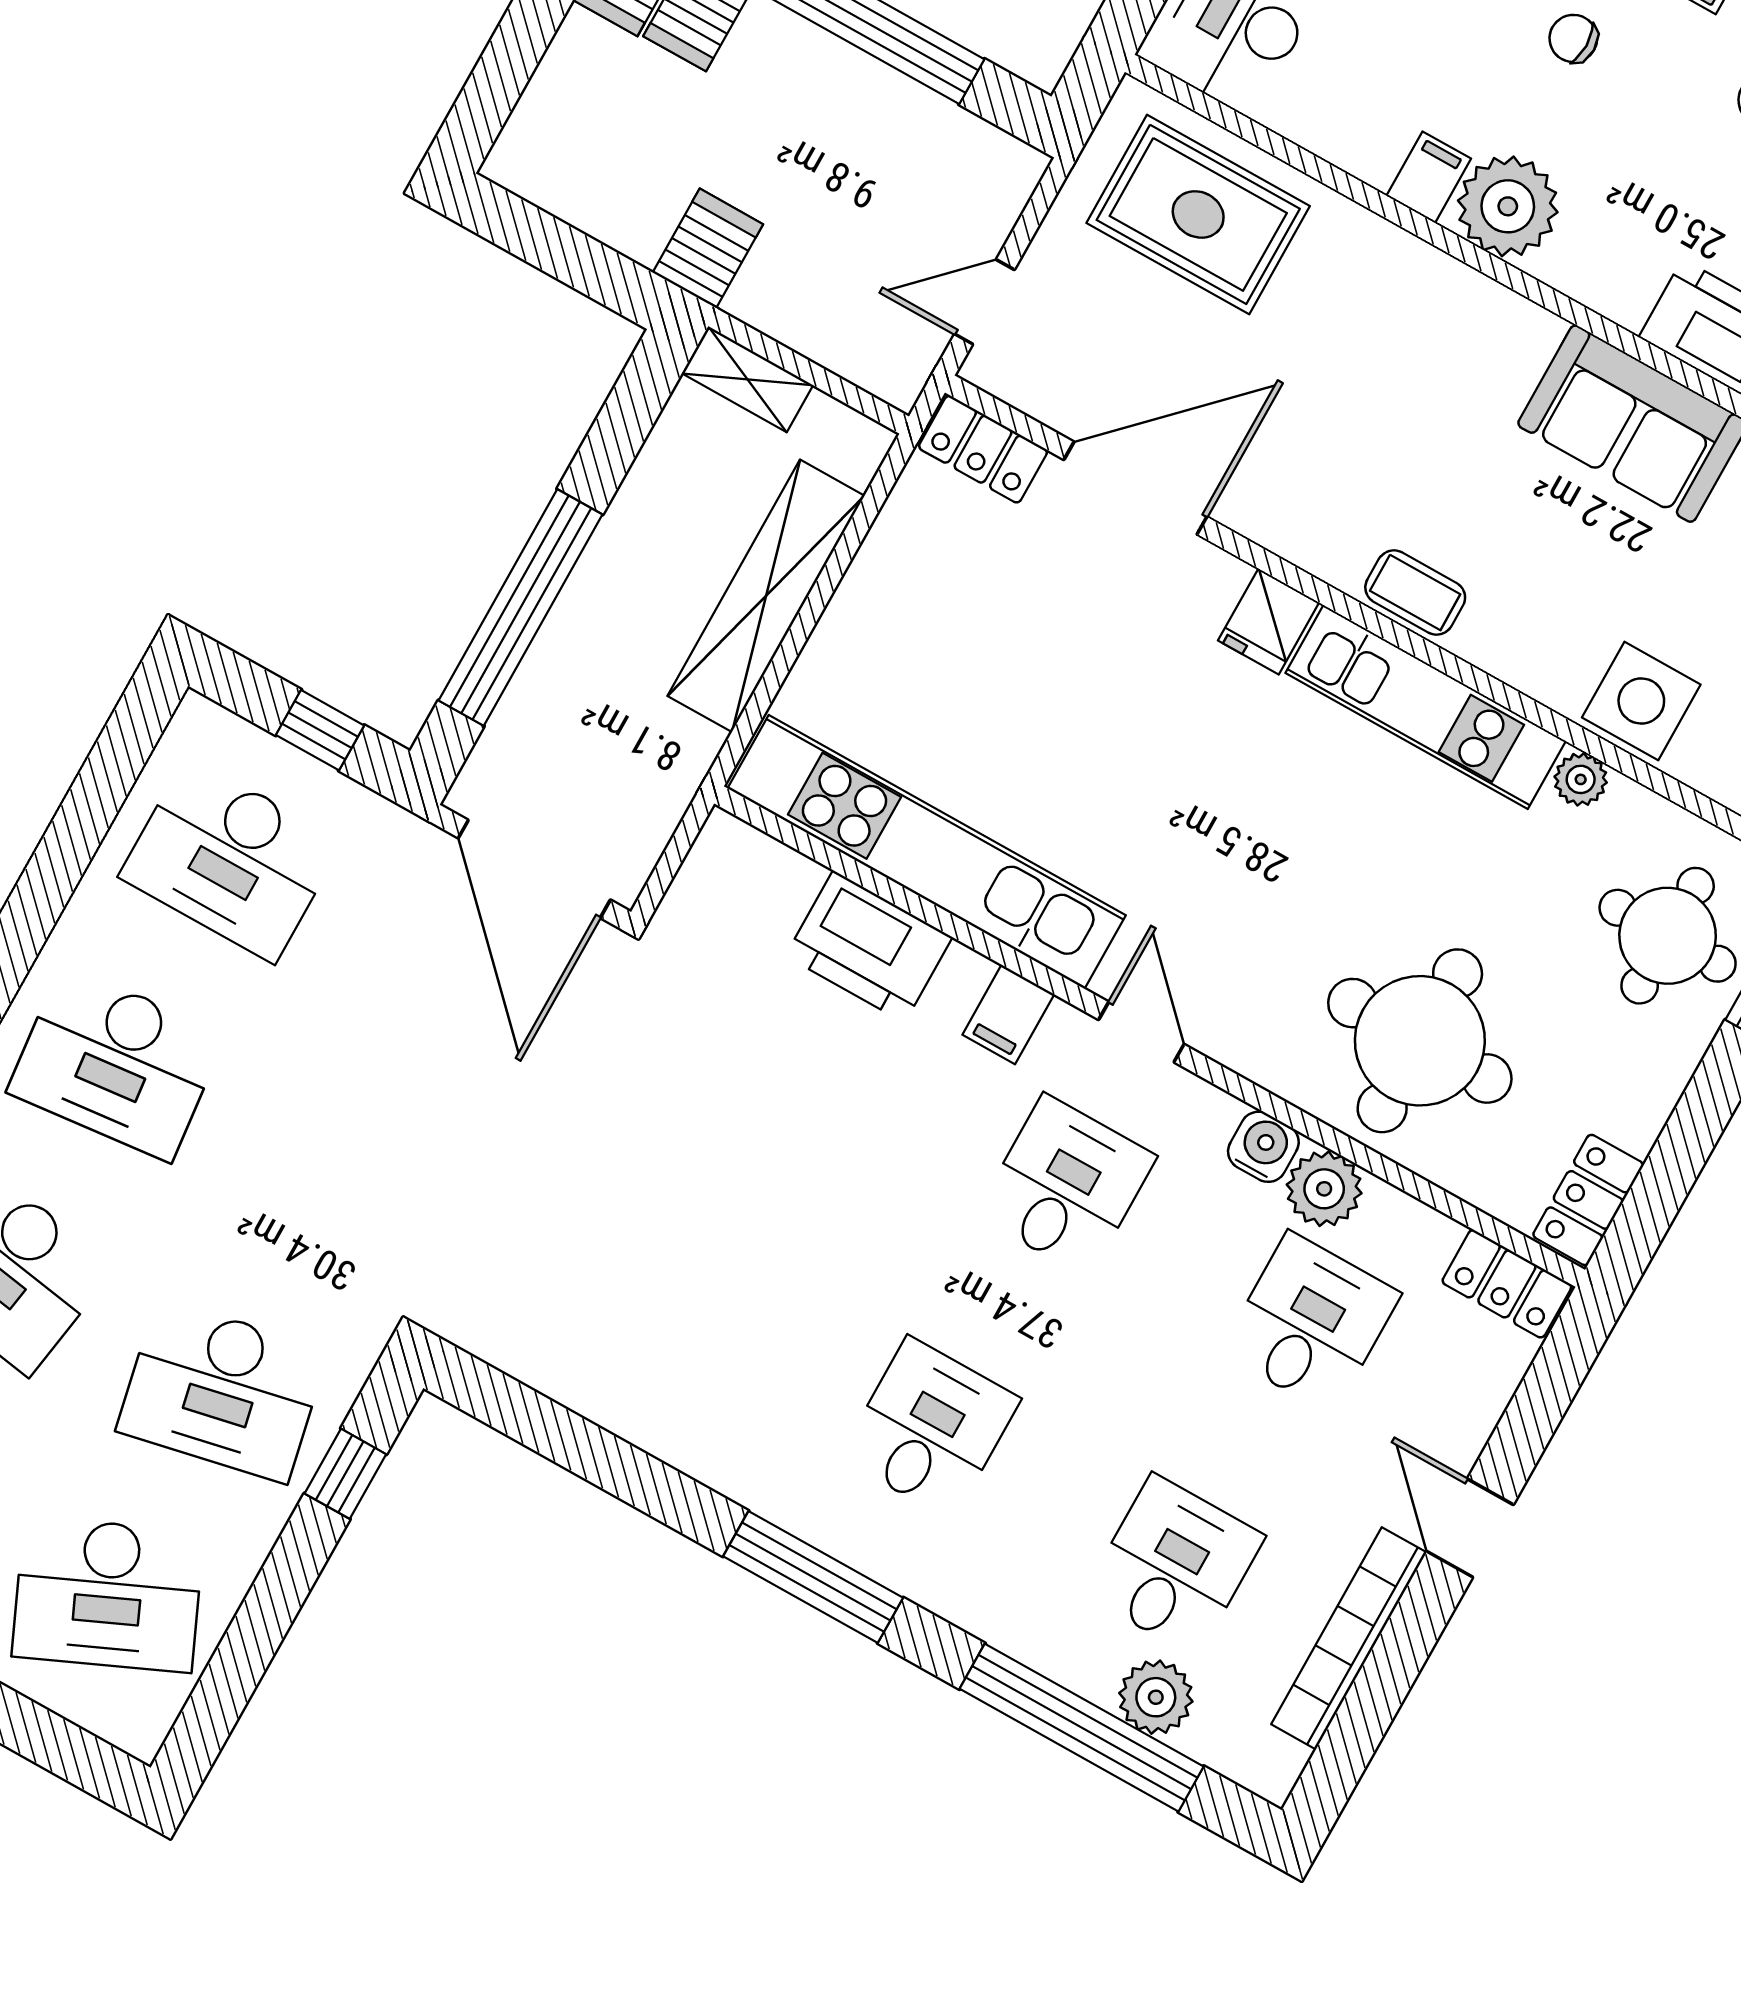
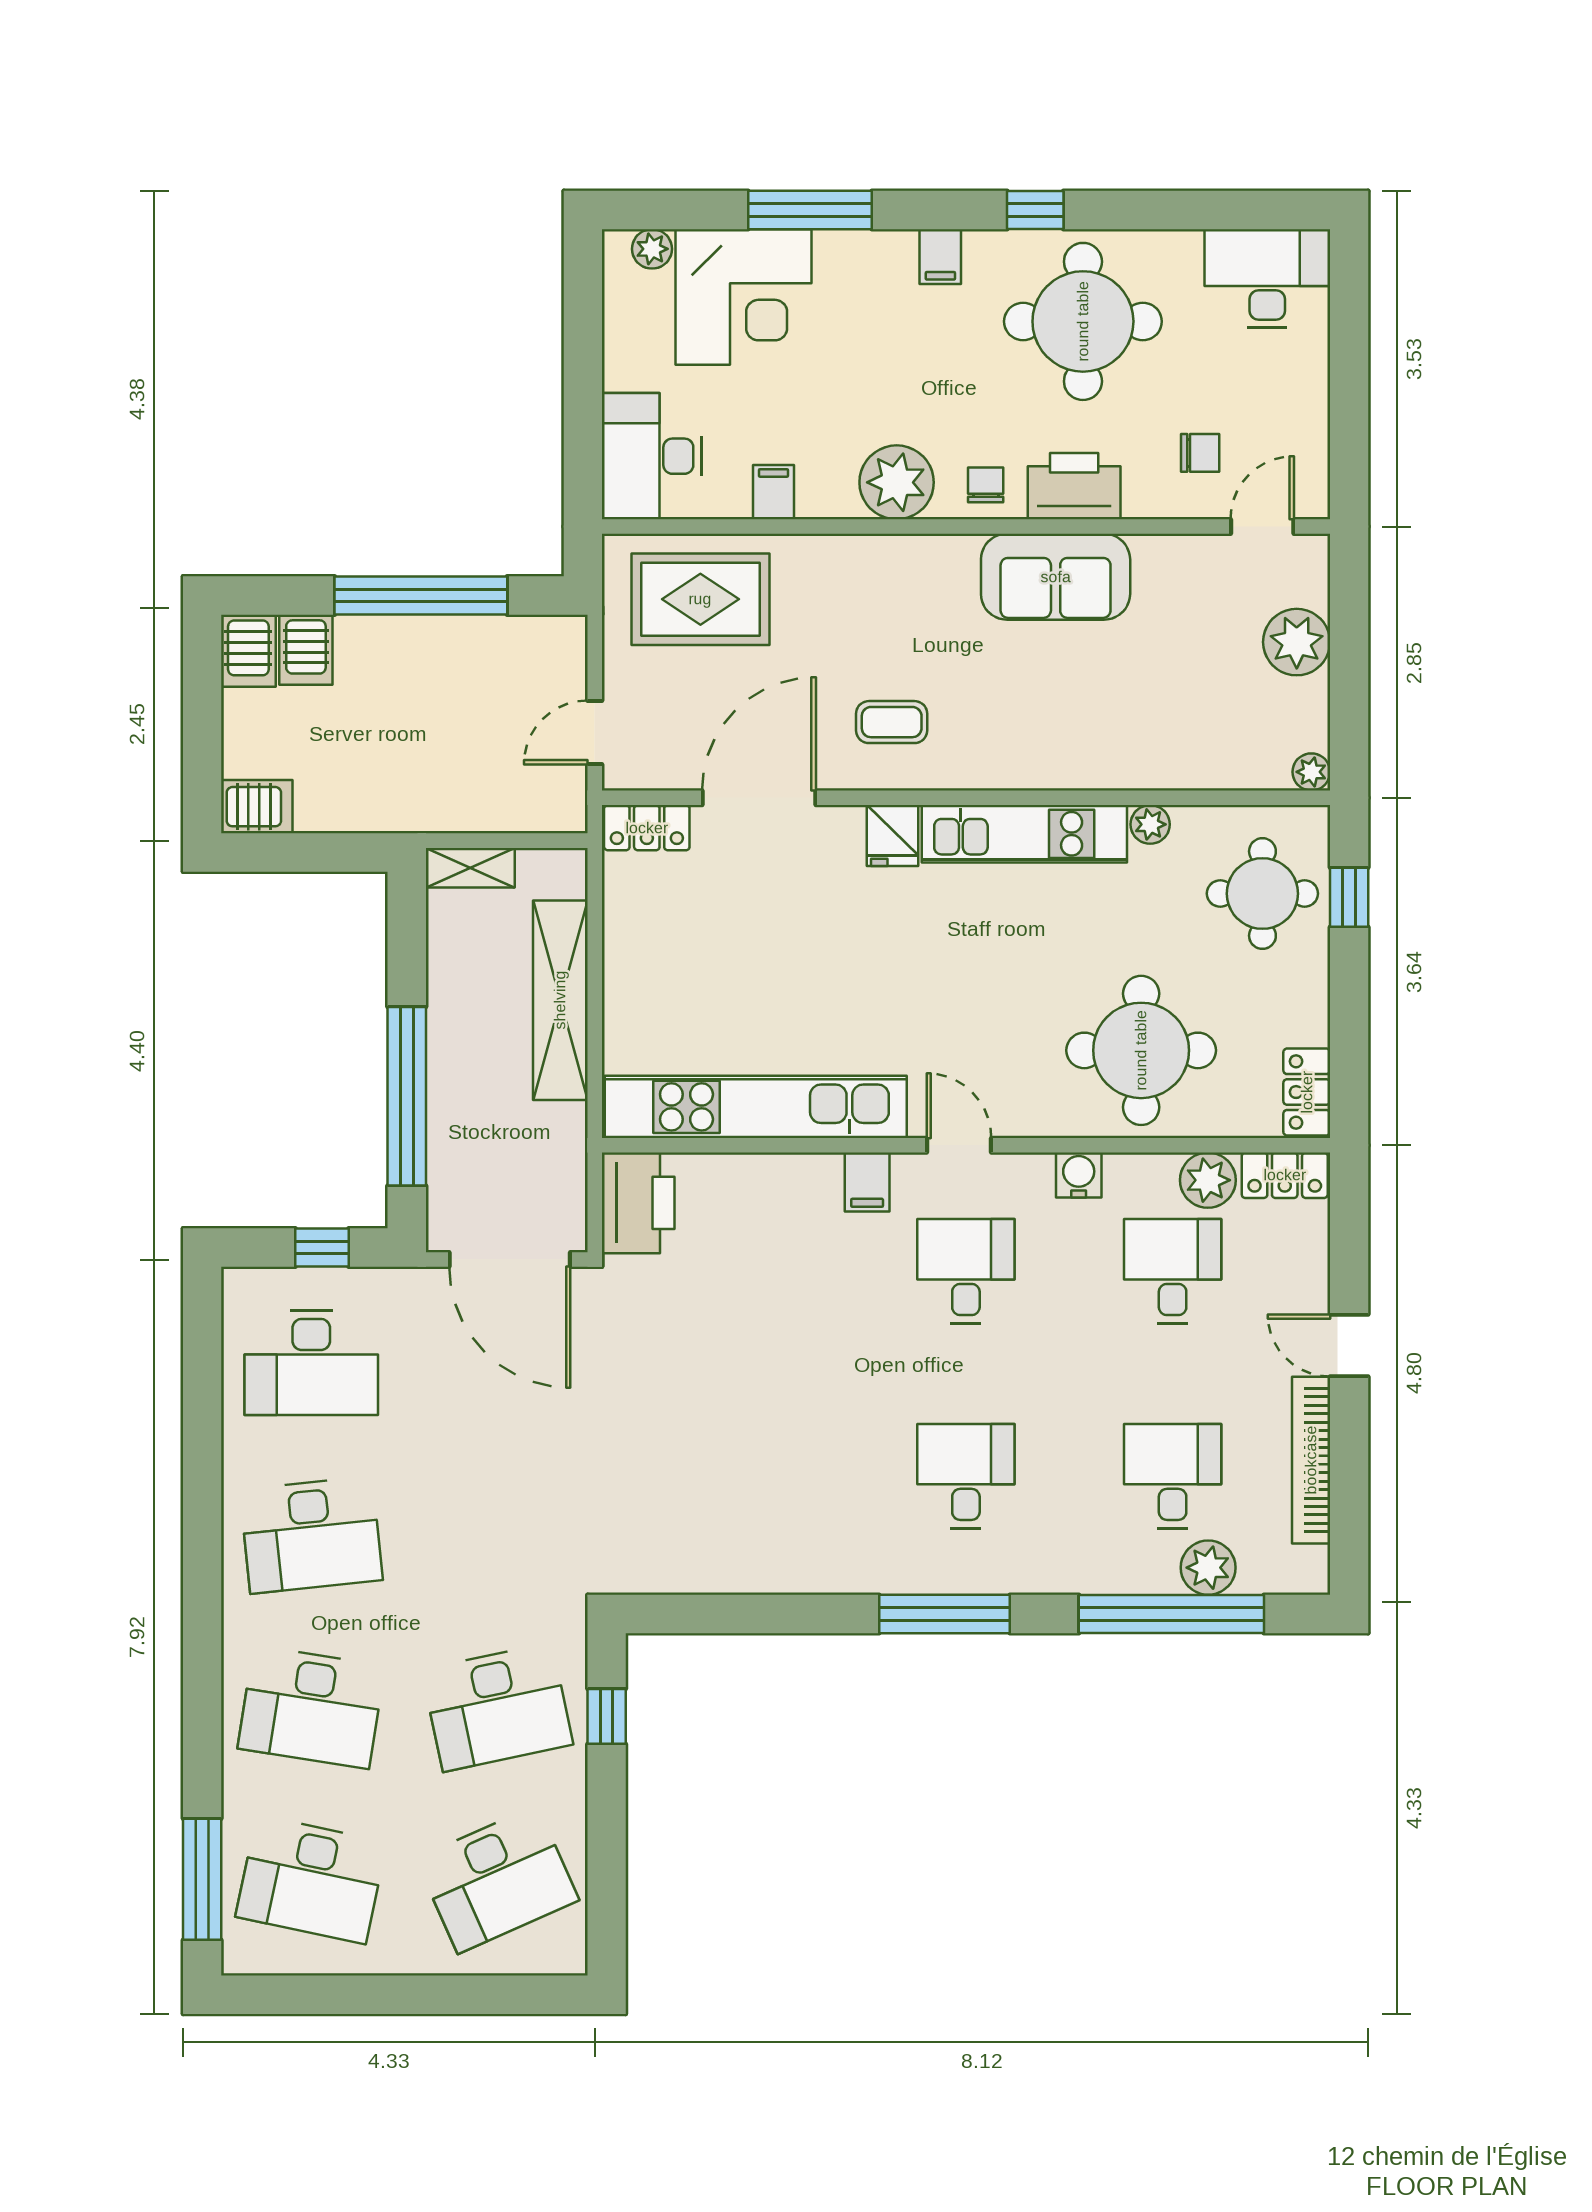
chair: (1573, 38) -> (986, 485), moved, turned 90
filing cabinet: (1429, 177) -> (773, 492), moved
server rack: (708, 248) -> (257, 807), moved, turned 90
coffee table: (1415, 592) -> (892, 722), moved
side table: (1641, 701) -> (1161, 752), removed
printer: (869, 947) -> (638, 1203), moved, turned -90
plant: (1324, 1189) -> (1208, 1180), moved

